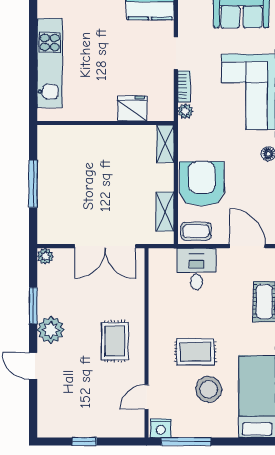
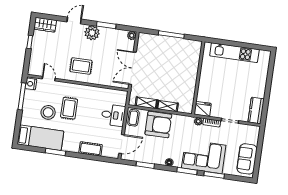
fridge: (132, 109) -> (203, 109), moved, turned -90
shelving: (165, 144) -> (168, 106), moved
wardrobe: (48, 418) -> (45, 25), added

